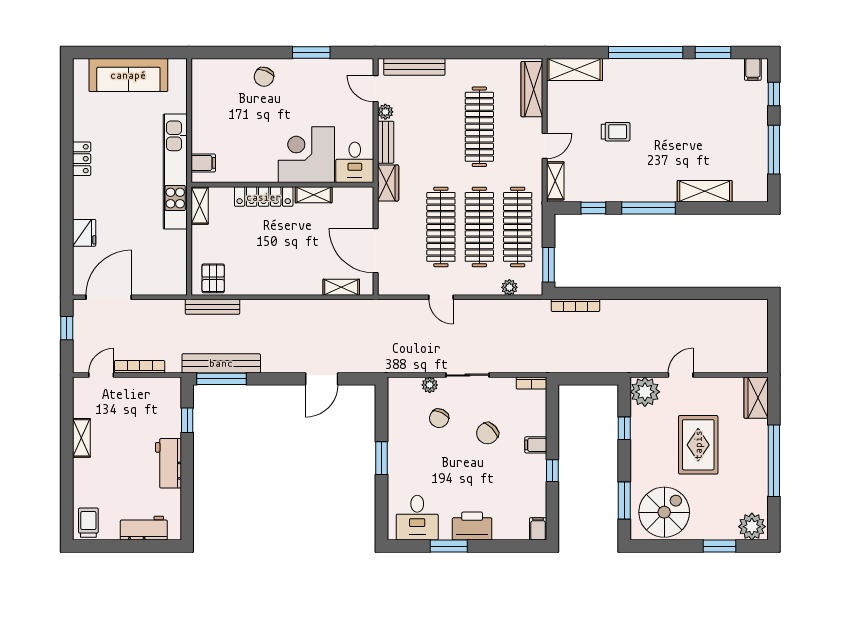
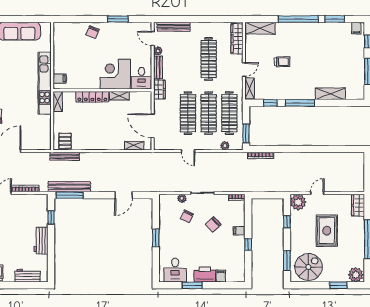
filing cabinet: (538, 529) -> (221, 276), moved

